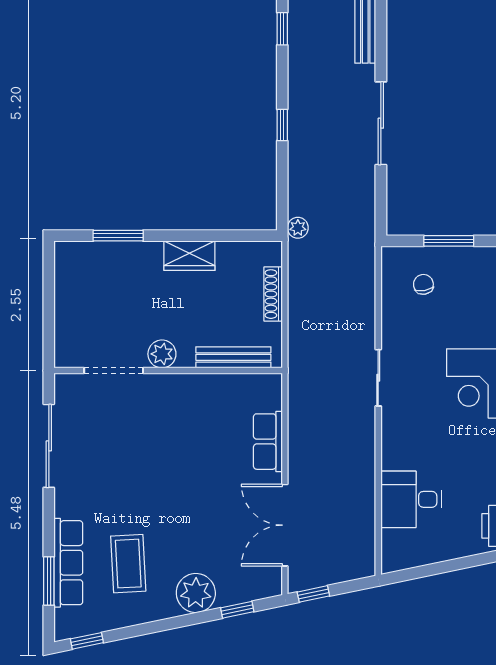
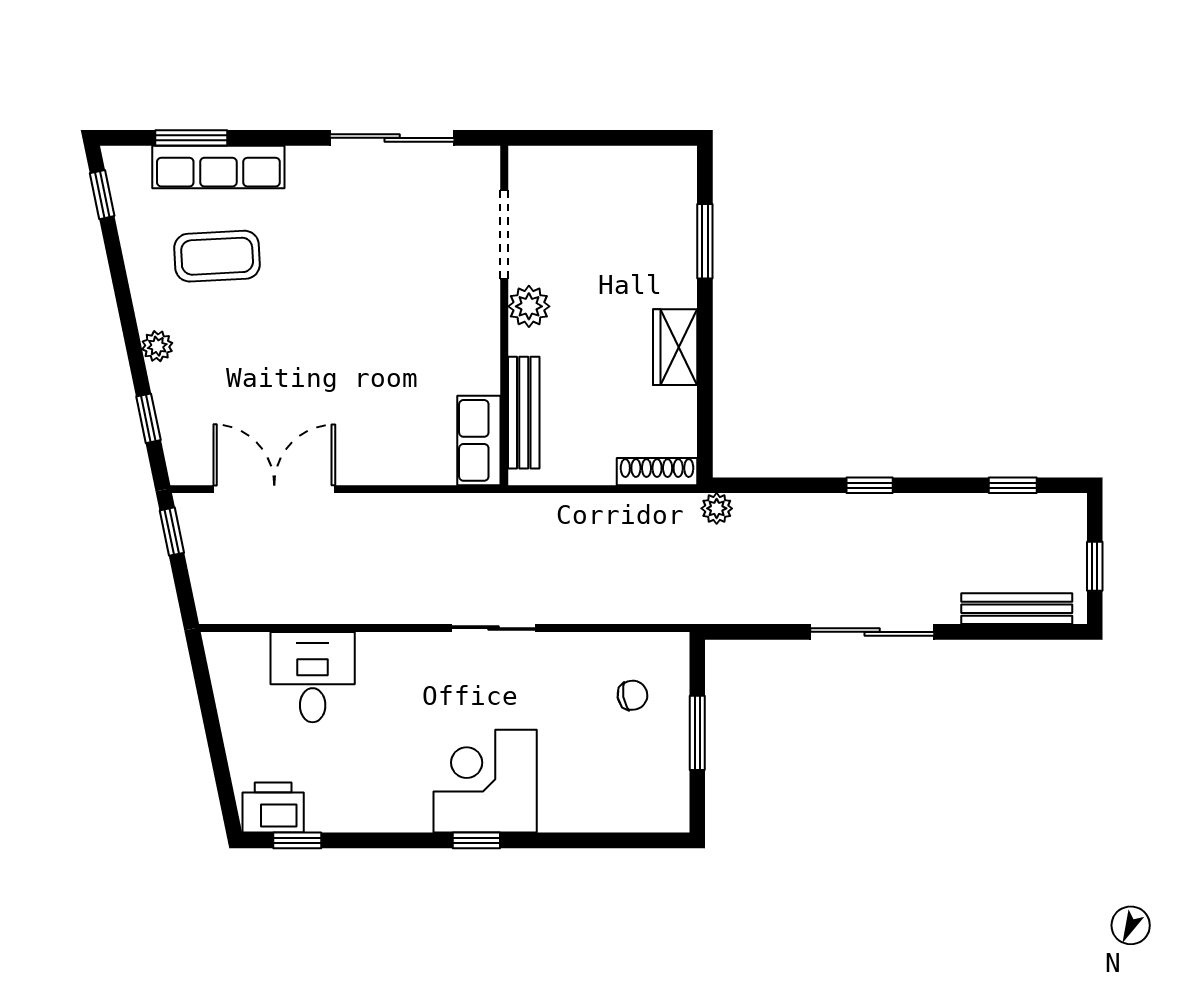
shoe rack: (273, 294) -> (657, 472), moved
row of seats: (268, 442) -> (479, 440), moved, turned -90
plant: (196, 593) -> (157, 346), width x0.53, depth x0.53

